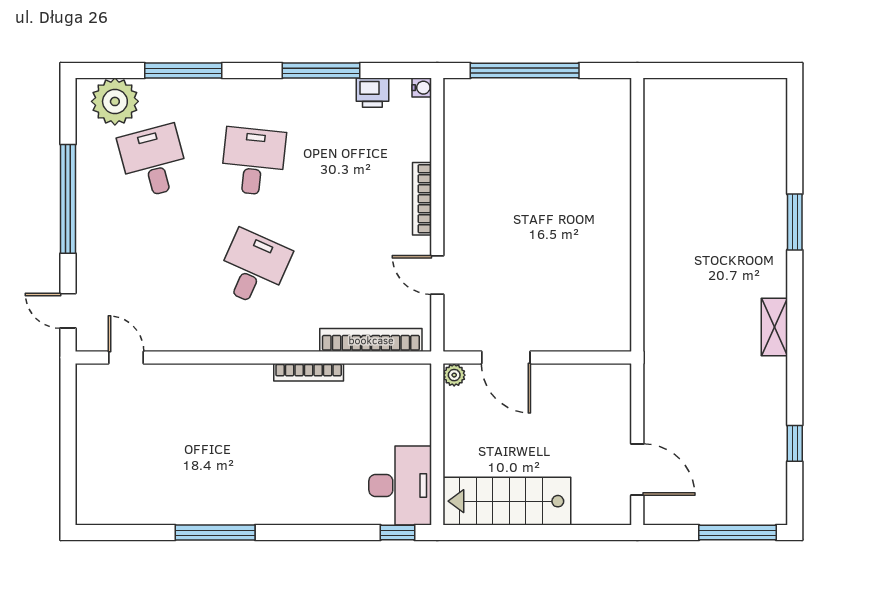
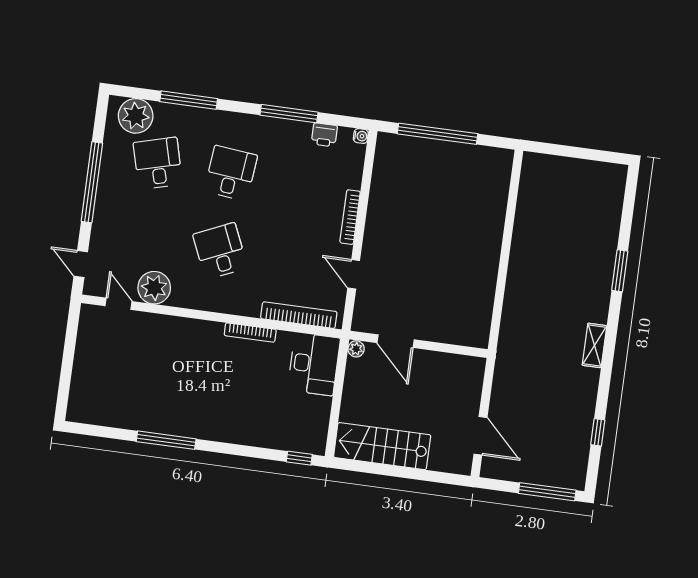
desk: (253, 268) -> (220, 251), turned -48
plant: (171, 329) -> (154, 288), added
desk: (400, 485) -> (314, 364), moved

